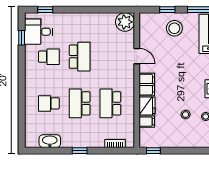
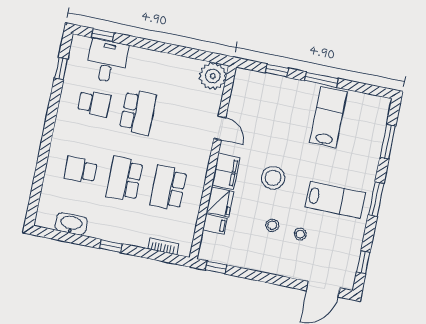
stool: (174, 28) -> (273, 178), moved
desk: (38, 32) -> (107, 61), moved, turned 90

